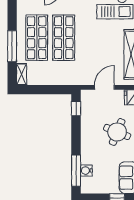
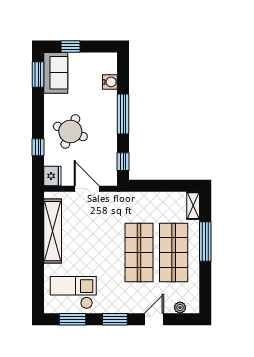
door: (104, 87) -> (87, 189), swing flipped
window: (76, 171) -> (123, 114), moved

